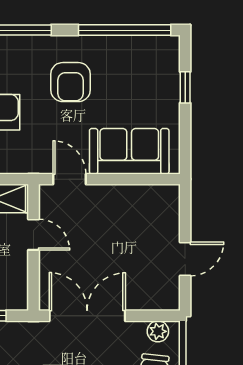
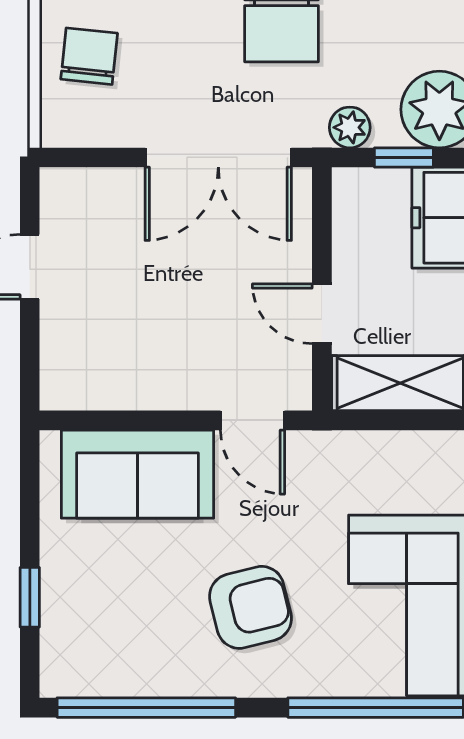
armchair: (71, 82) -> (250, 607), turned 76
plant: (158, 331) -> (350, 127), moved

